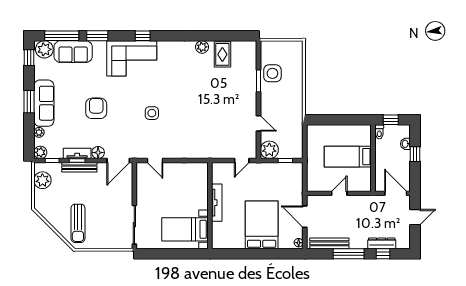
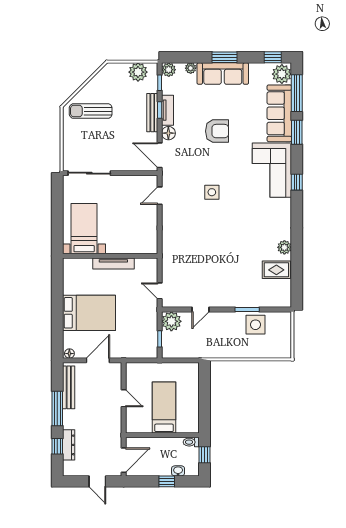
sofa: (73, 52) -> (279, 113), width x1.36

